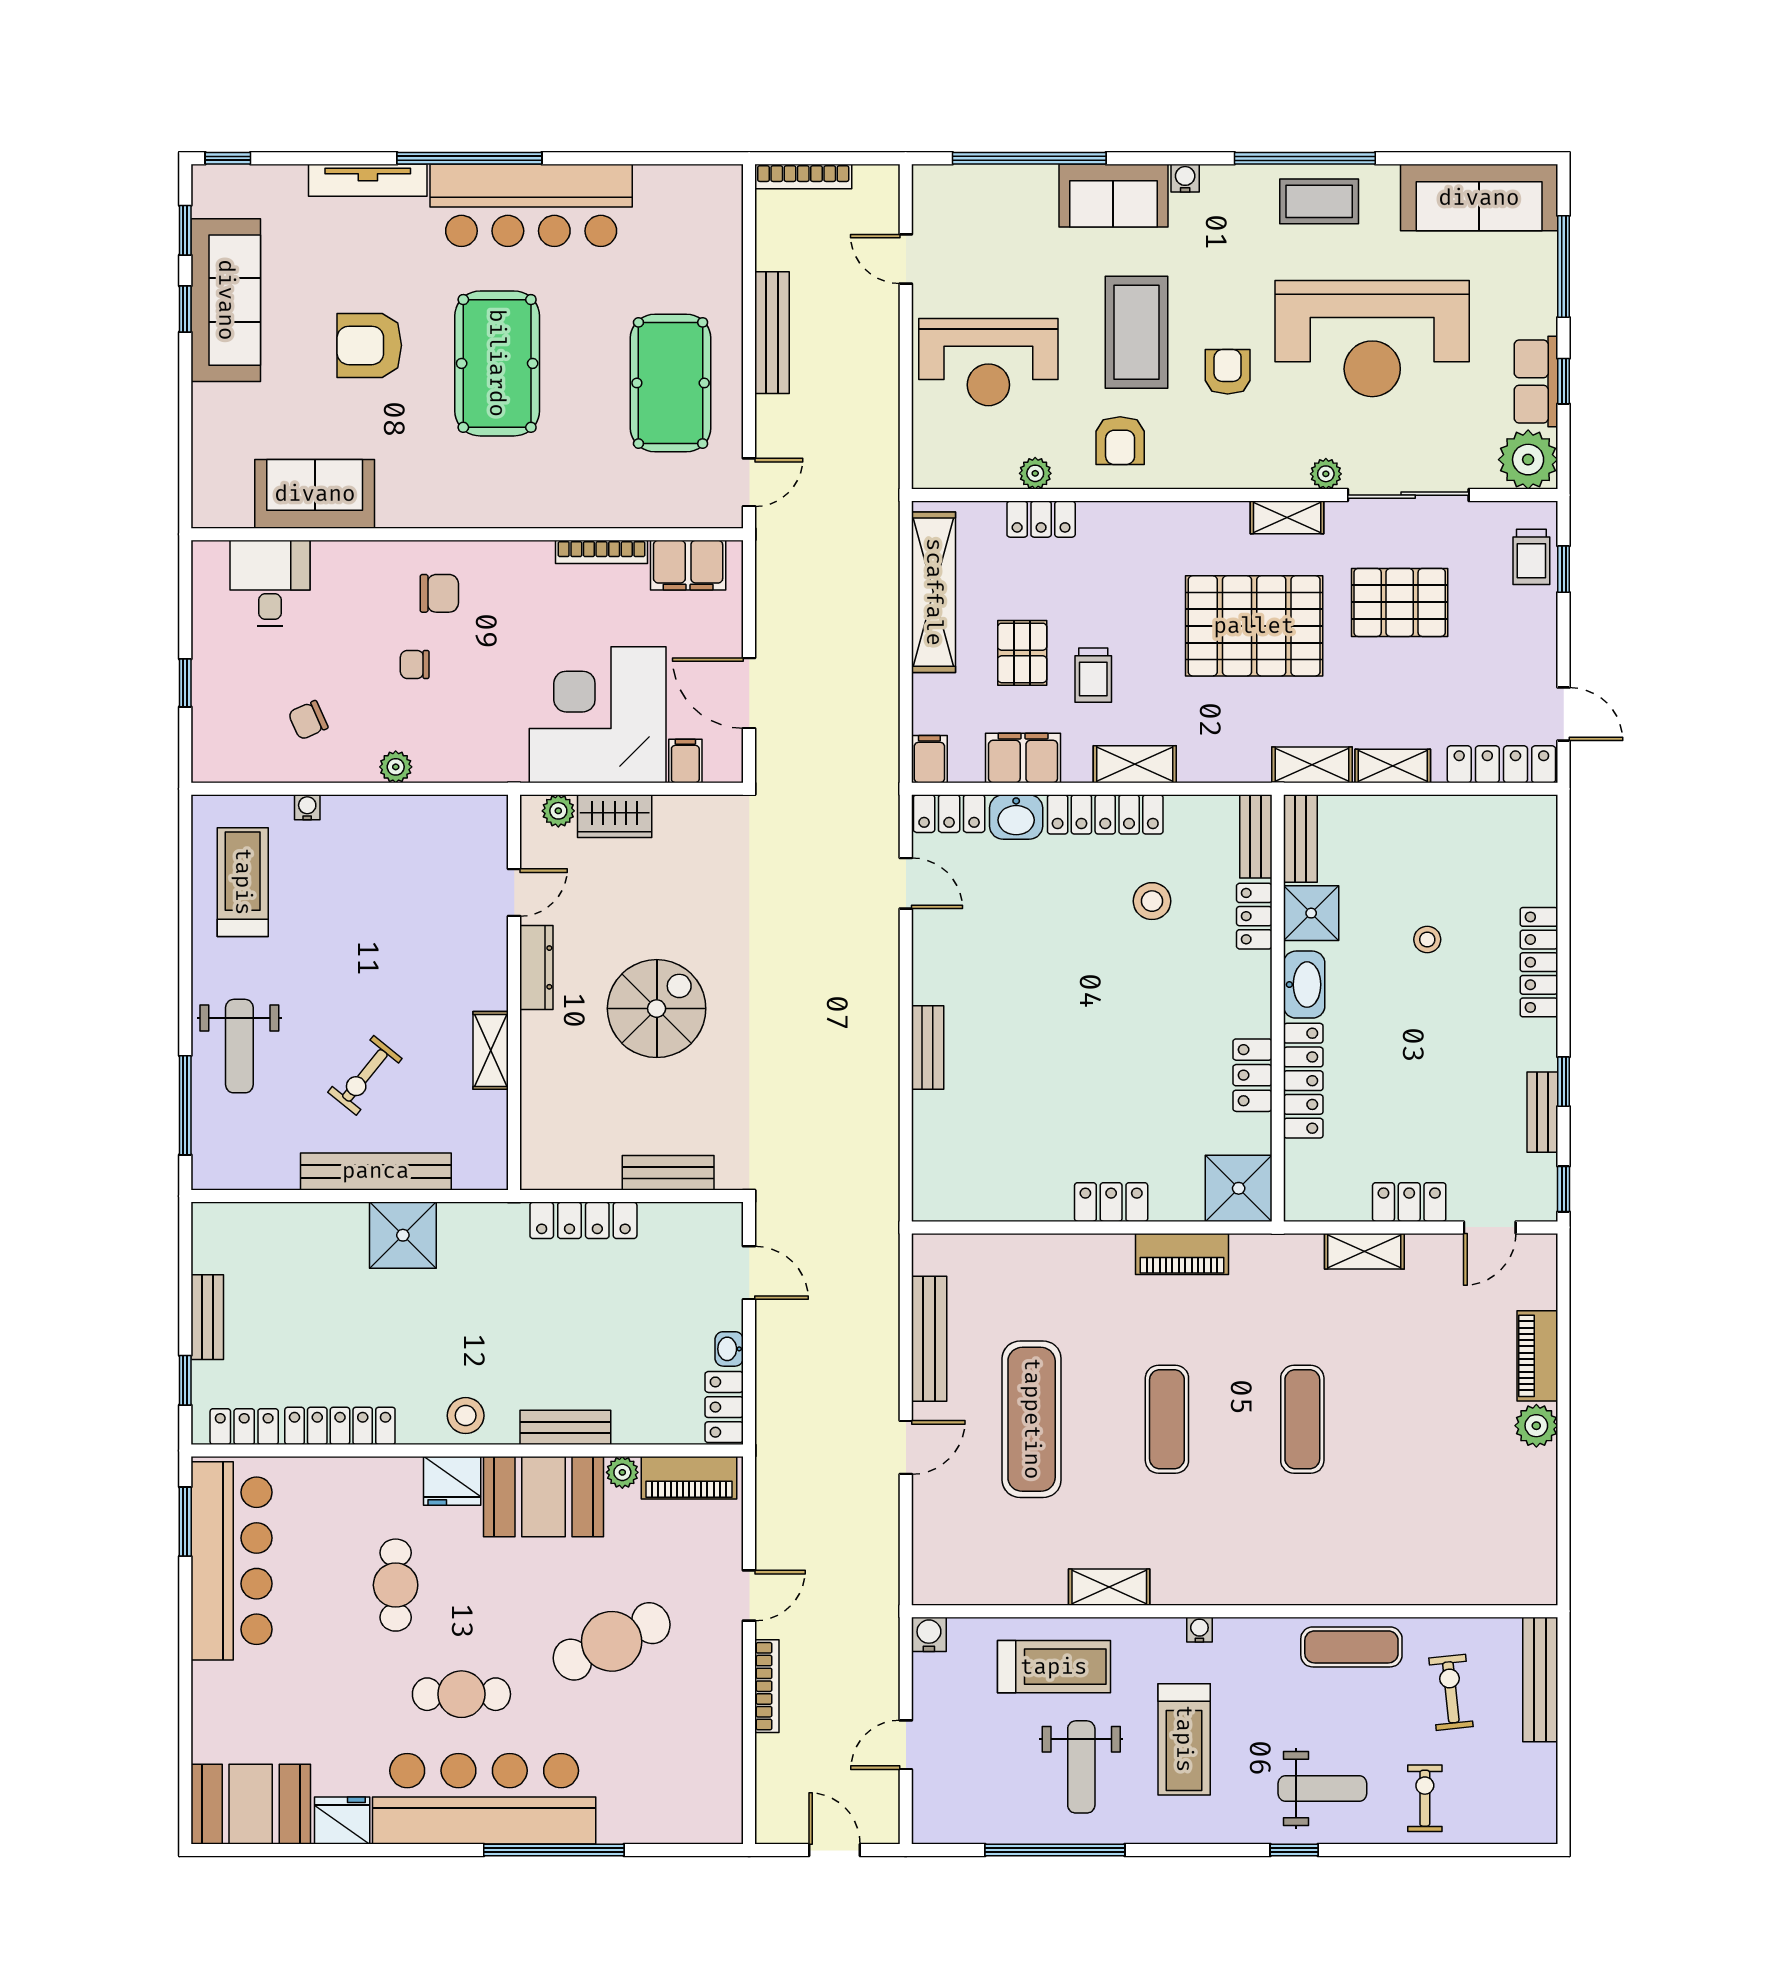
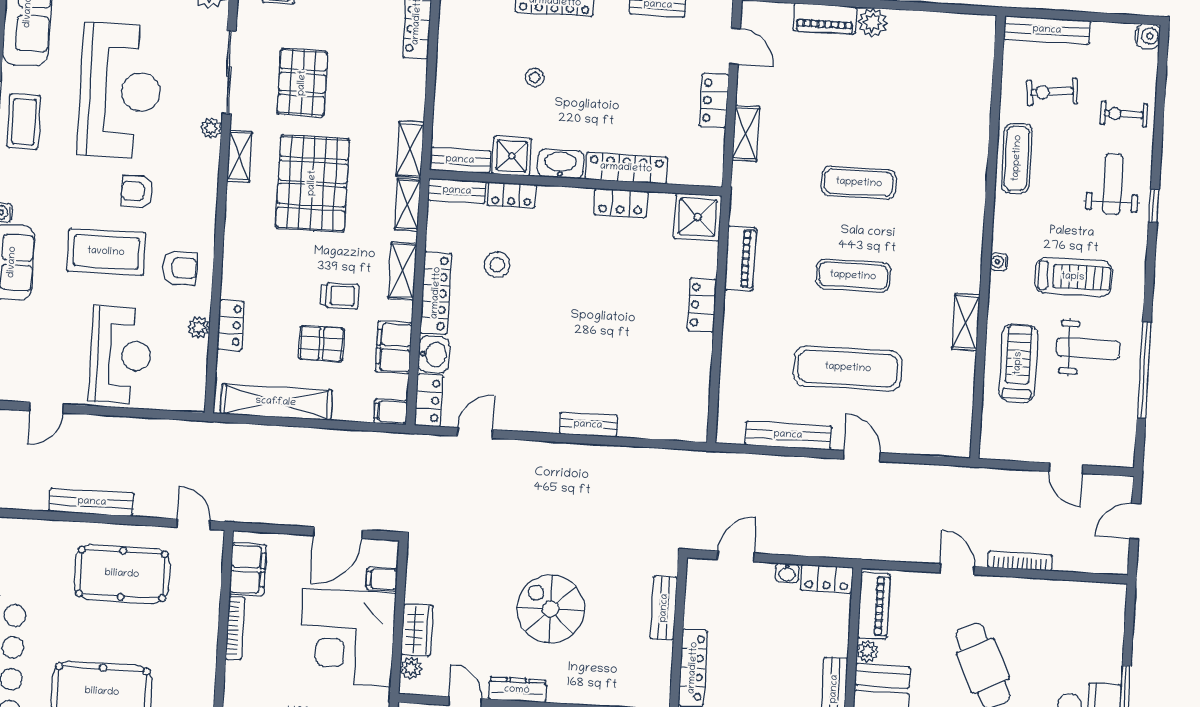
shelving: (1393, 766) -> (408, 205), moved
water cooler: (929, 1634) -> (1148, 36), moved, turned 180

